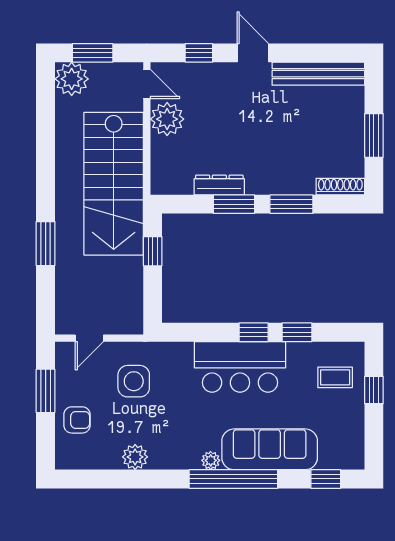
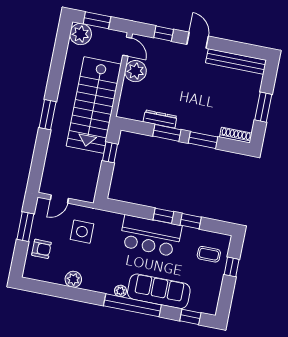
window: (46, 244) -> (48, 115), moved

